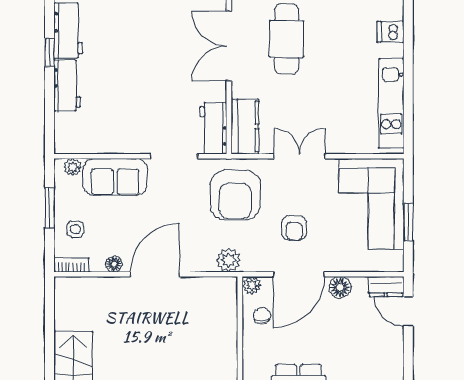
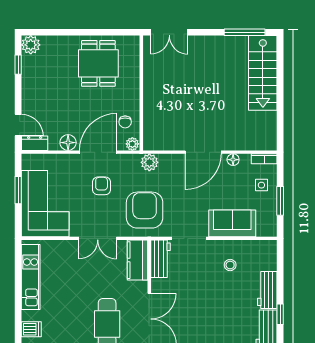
stool: (118, 120) -> (230, 265), added
plant: (73, 167) -> (263, 230), removed

